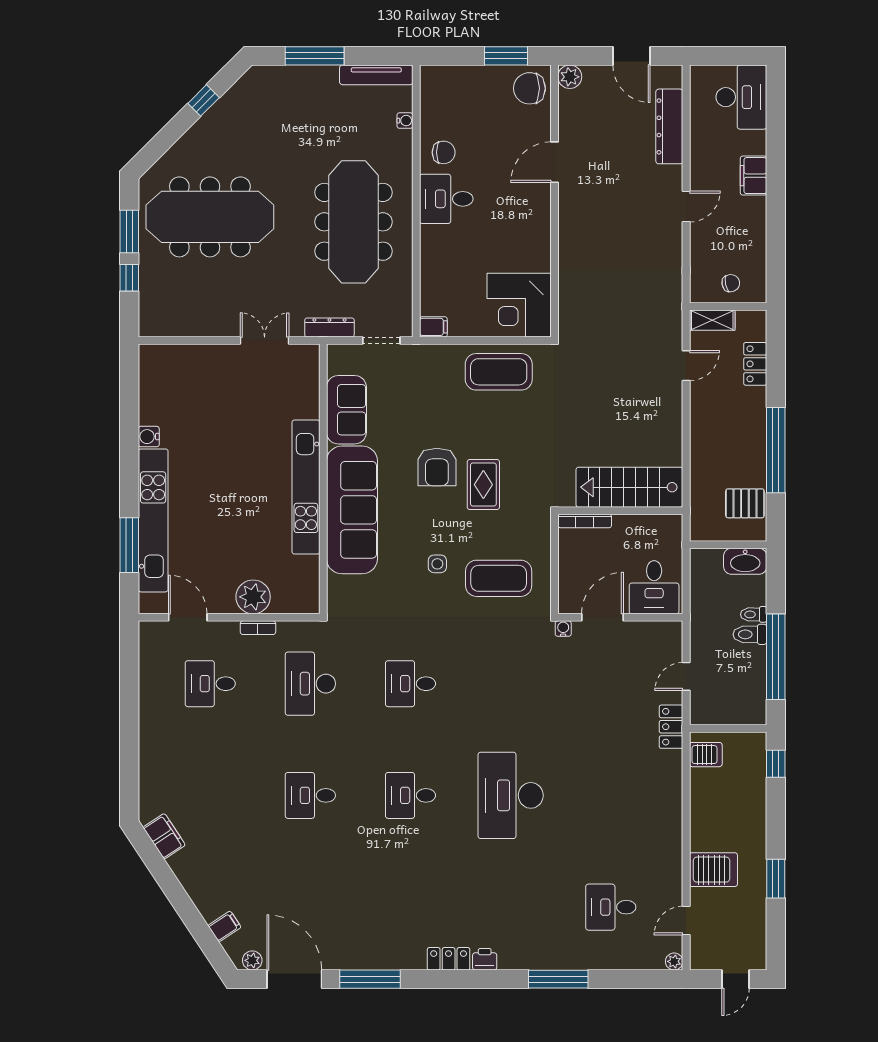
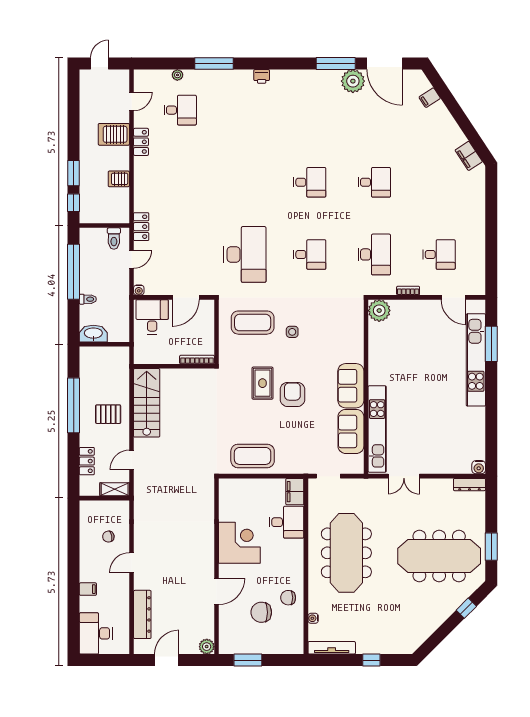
window: (315, 56) -> (371, 660), width x0.46
door: (632, 56) -> (167, 660), hinge flipped
chair: (529, 88) -> (261, 612), moved, turned 180
window: (204, 100) -> (466, 608), moved
filing cabinet: (754, 176) -> (88, 589), width x0.50
desk: (446, 199) -> (286, 522), moved
window: (129, 278) -> (491, 517), removed
chair: (731, 283) -> (108, 537), moved
corner desk: (519, 305) -> (239, 543), moved
filing cabinet: (433, 327) -> (295, 492), width x2.00
dresser: (329, 328) -> (469, 485), moved
water cooler: (149, 437) -> (479, 467), moved, turned 90
kitchen unit: (306, 487) -> (377, 429), moved
stairs: (629, 487) -> (147, 403), moved, turned -90
pallet: (745, 503) -> (108, 414), moved
sofa: (352, 510) -> (351, 386), width x0.54, depth x0.79
plant: (253, 597) -> (379, 311), moved
water cooler: (563, 629) -> (139, 290), moved
toilet: (750, 634) -> (114, 239), moved, turned 90
server rack: (706, 755) -> (119, 179), moved
desk: (511, 795) -> (245, 254), moved
window: (776, 879) -> (74, 173), moved
locker: (449, 959) -> (141, 142), moved, turned -90
plant: (252, 960) -> (353, 81), moved, width x1.88, depth x1.88
plant: (674, 961) -> (177, 75), moved

